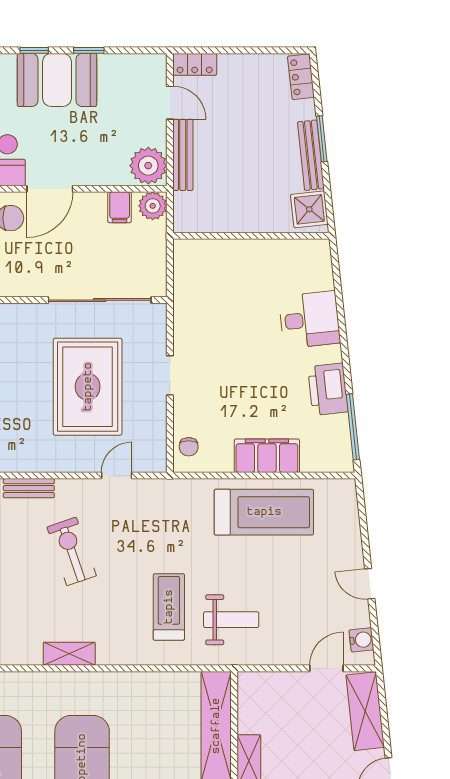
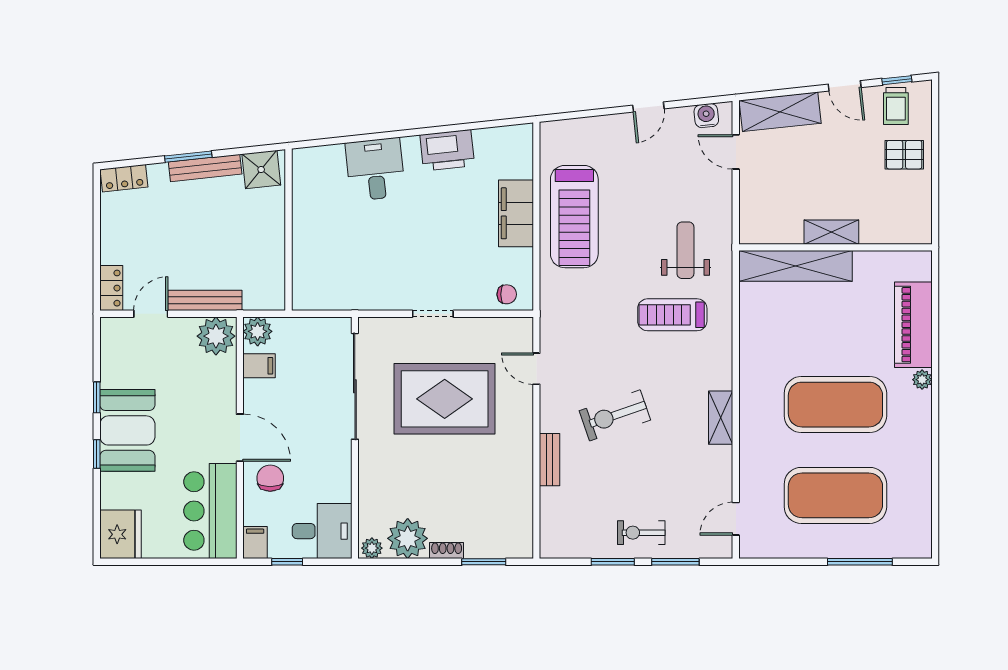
window: (353, 427) -> (486, 124), removed
treadmill: (264, 512) -> (574, 217), turned 180

